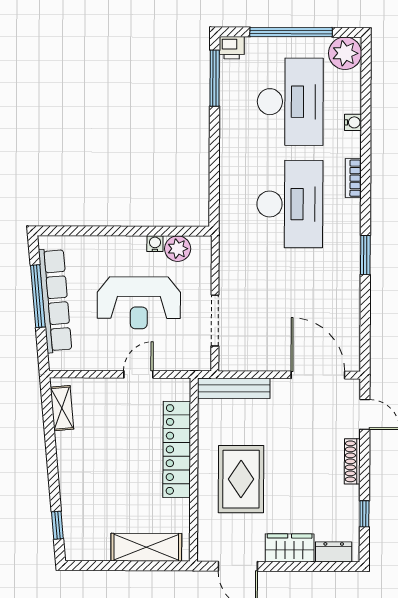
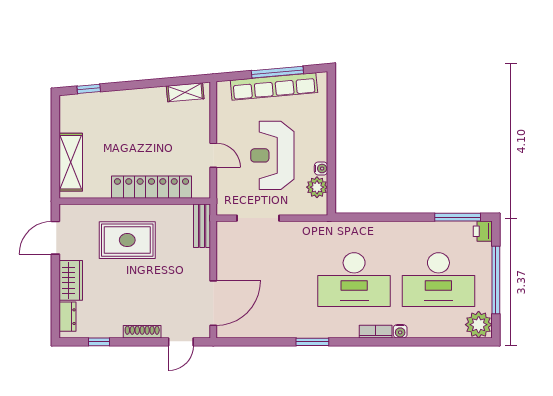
water cooler: (353, 122) -> (400, 331), moved
bench: (234, 388) -> (202, 226), width x0.73

